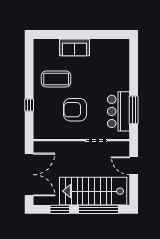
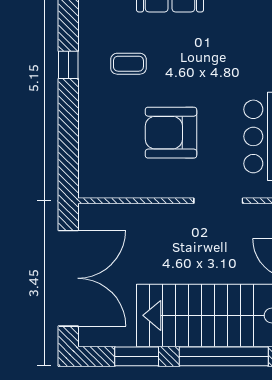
coffee table: (56, 79) -> (128, 64), width x0.54, depth x0.58
window: (29, 105) -> (68, 65), moved

